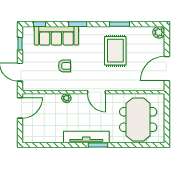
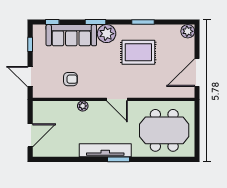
plant: (87, 34) -> (107, 34), added
rug: (115, 51) -> (138, 52), turned 90
armchair: (65, 66) -> (70, 79), moved
door: (20, 108) -> (30, 135), moved
meeting table: (138, 119) -> (164, 130), turned 90

